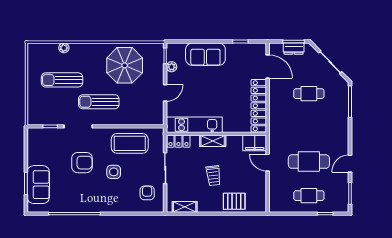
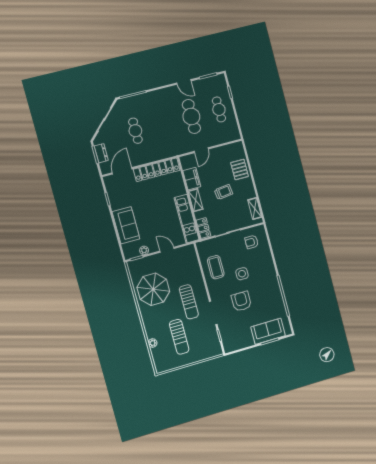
coffee table: (130, 143) -> (216, 267), width x0.73, depth x0.76
filing cabinet: (255, 143) -> (192, 179), moved

